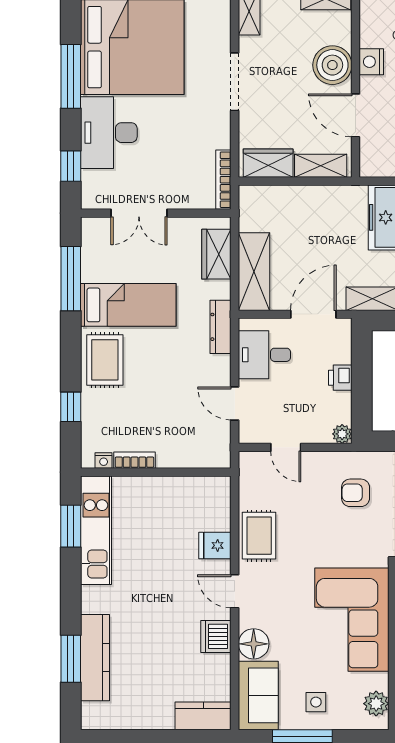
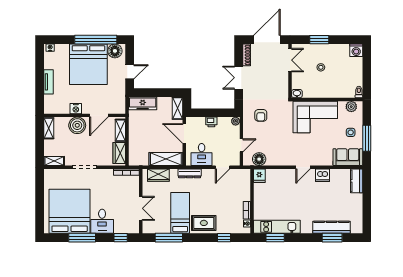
desk: (109, 133) -> (102, 221), width x0.73
rug: (259, 536) -> (279, 157), removed
fridge: (215, 545) -> (259, 176), moved
floor lamp: (254, 644) -> (259, 159), moved

